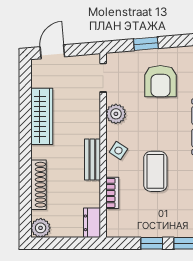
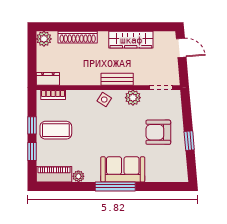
window: (146, 44) -> (189, 141), moved
bench: (92, 159) -> (117, 79), moved
coffee table: (155, 171) -> (56, 130), moved
bookcase: (112, 193) -> (53, 95), moved

